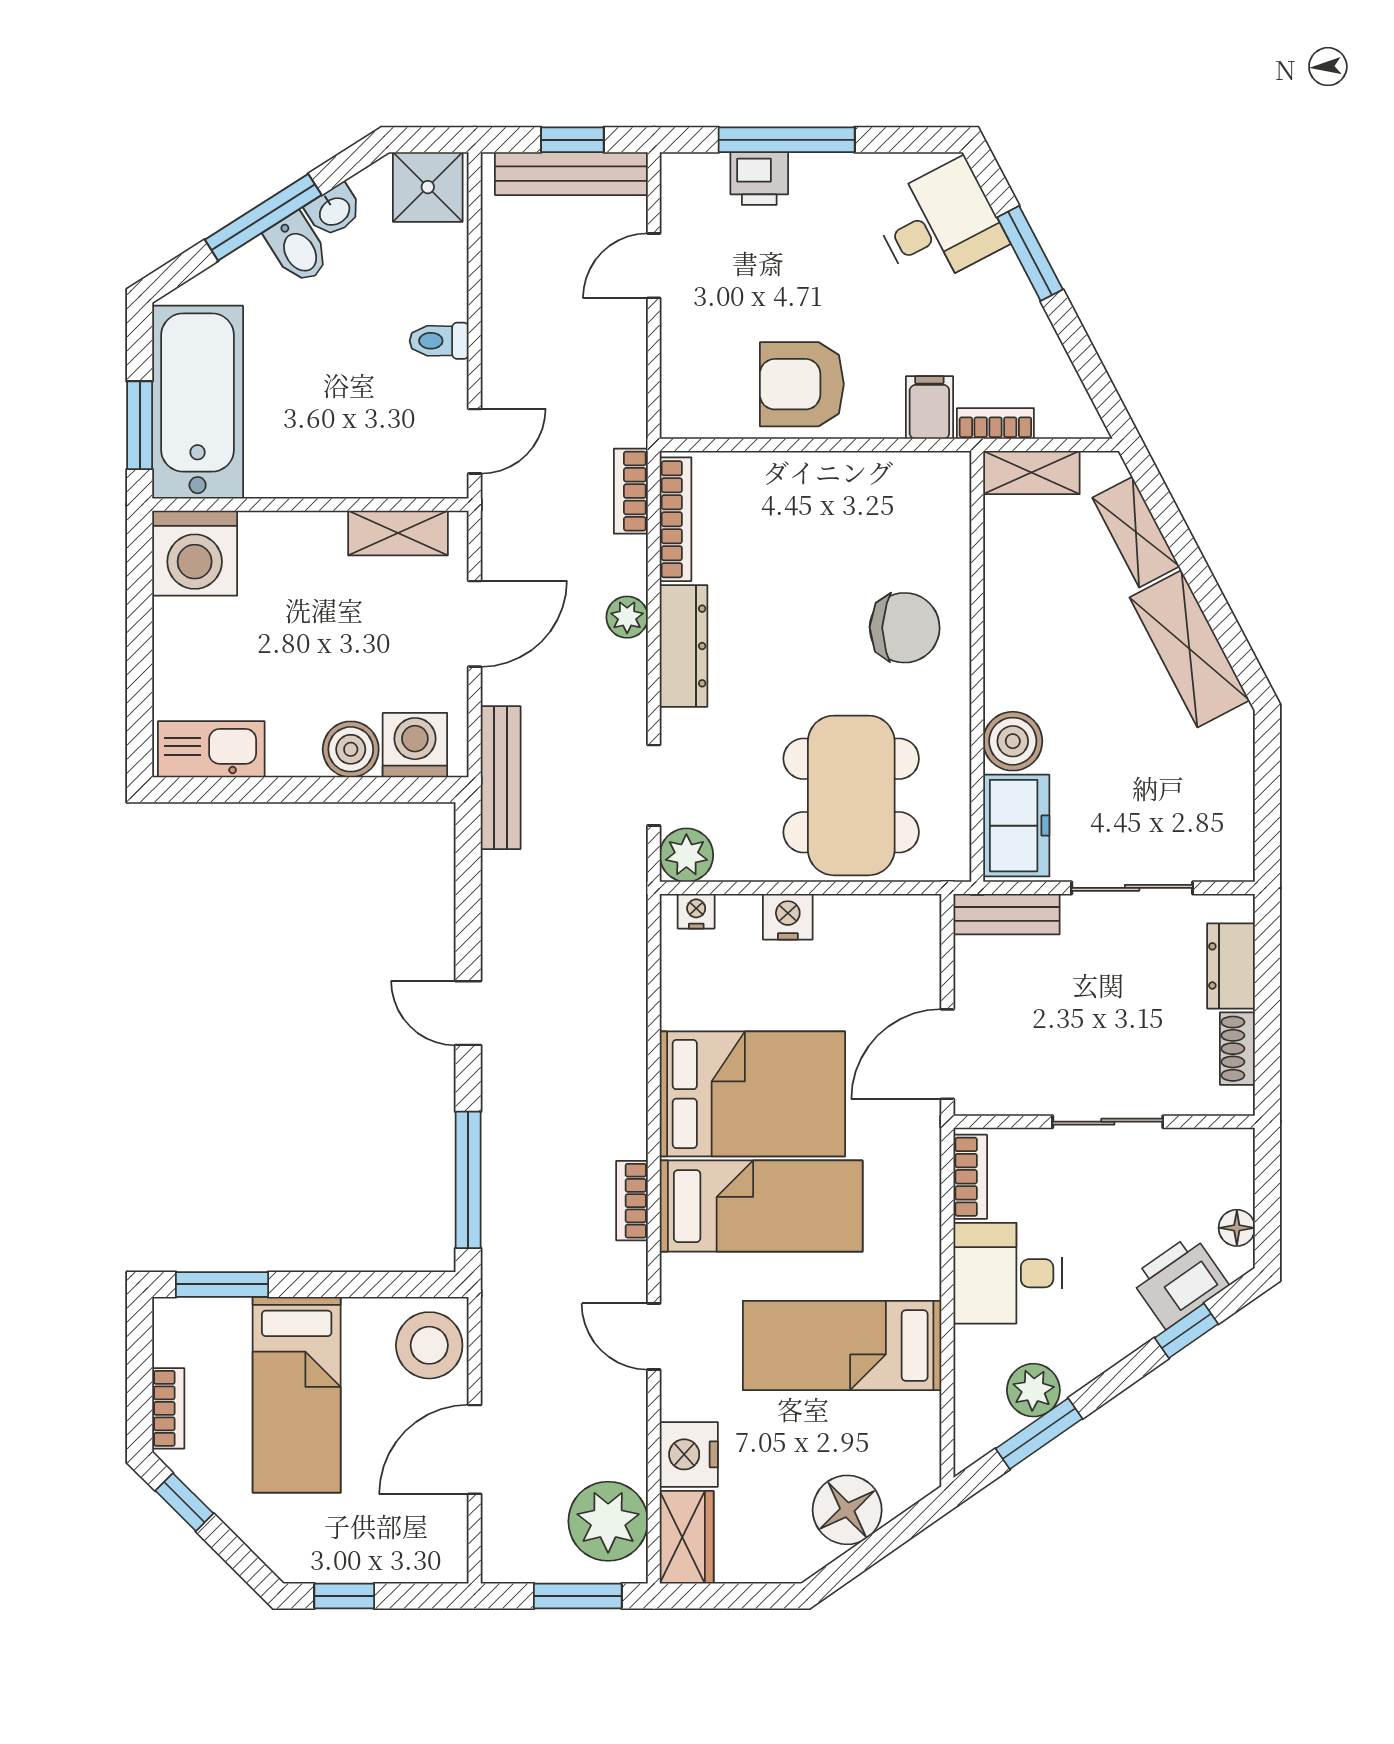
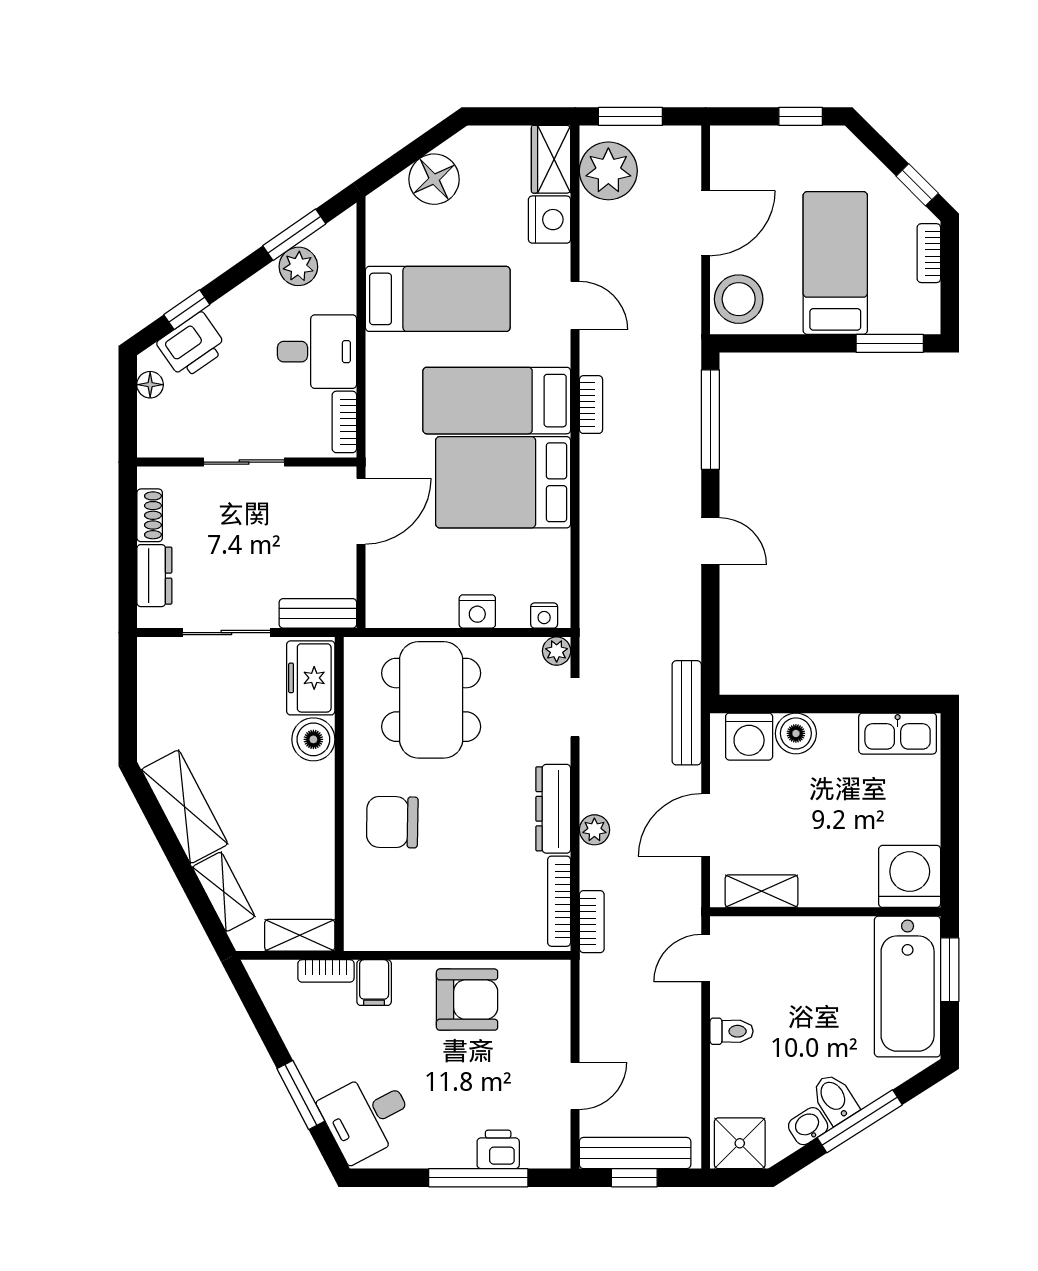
plant: (686, 855) -> (557, 651), width x0.73, depth x0.73

